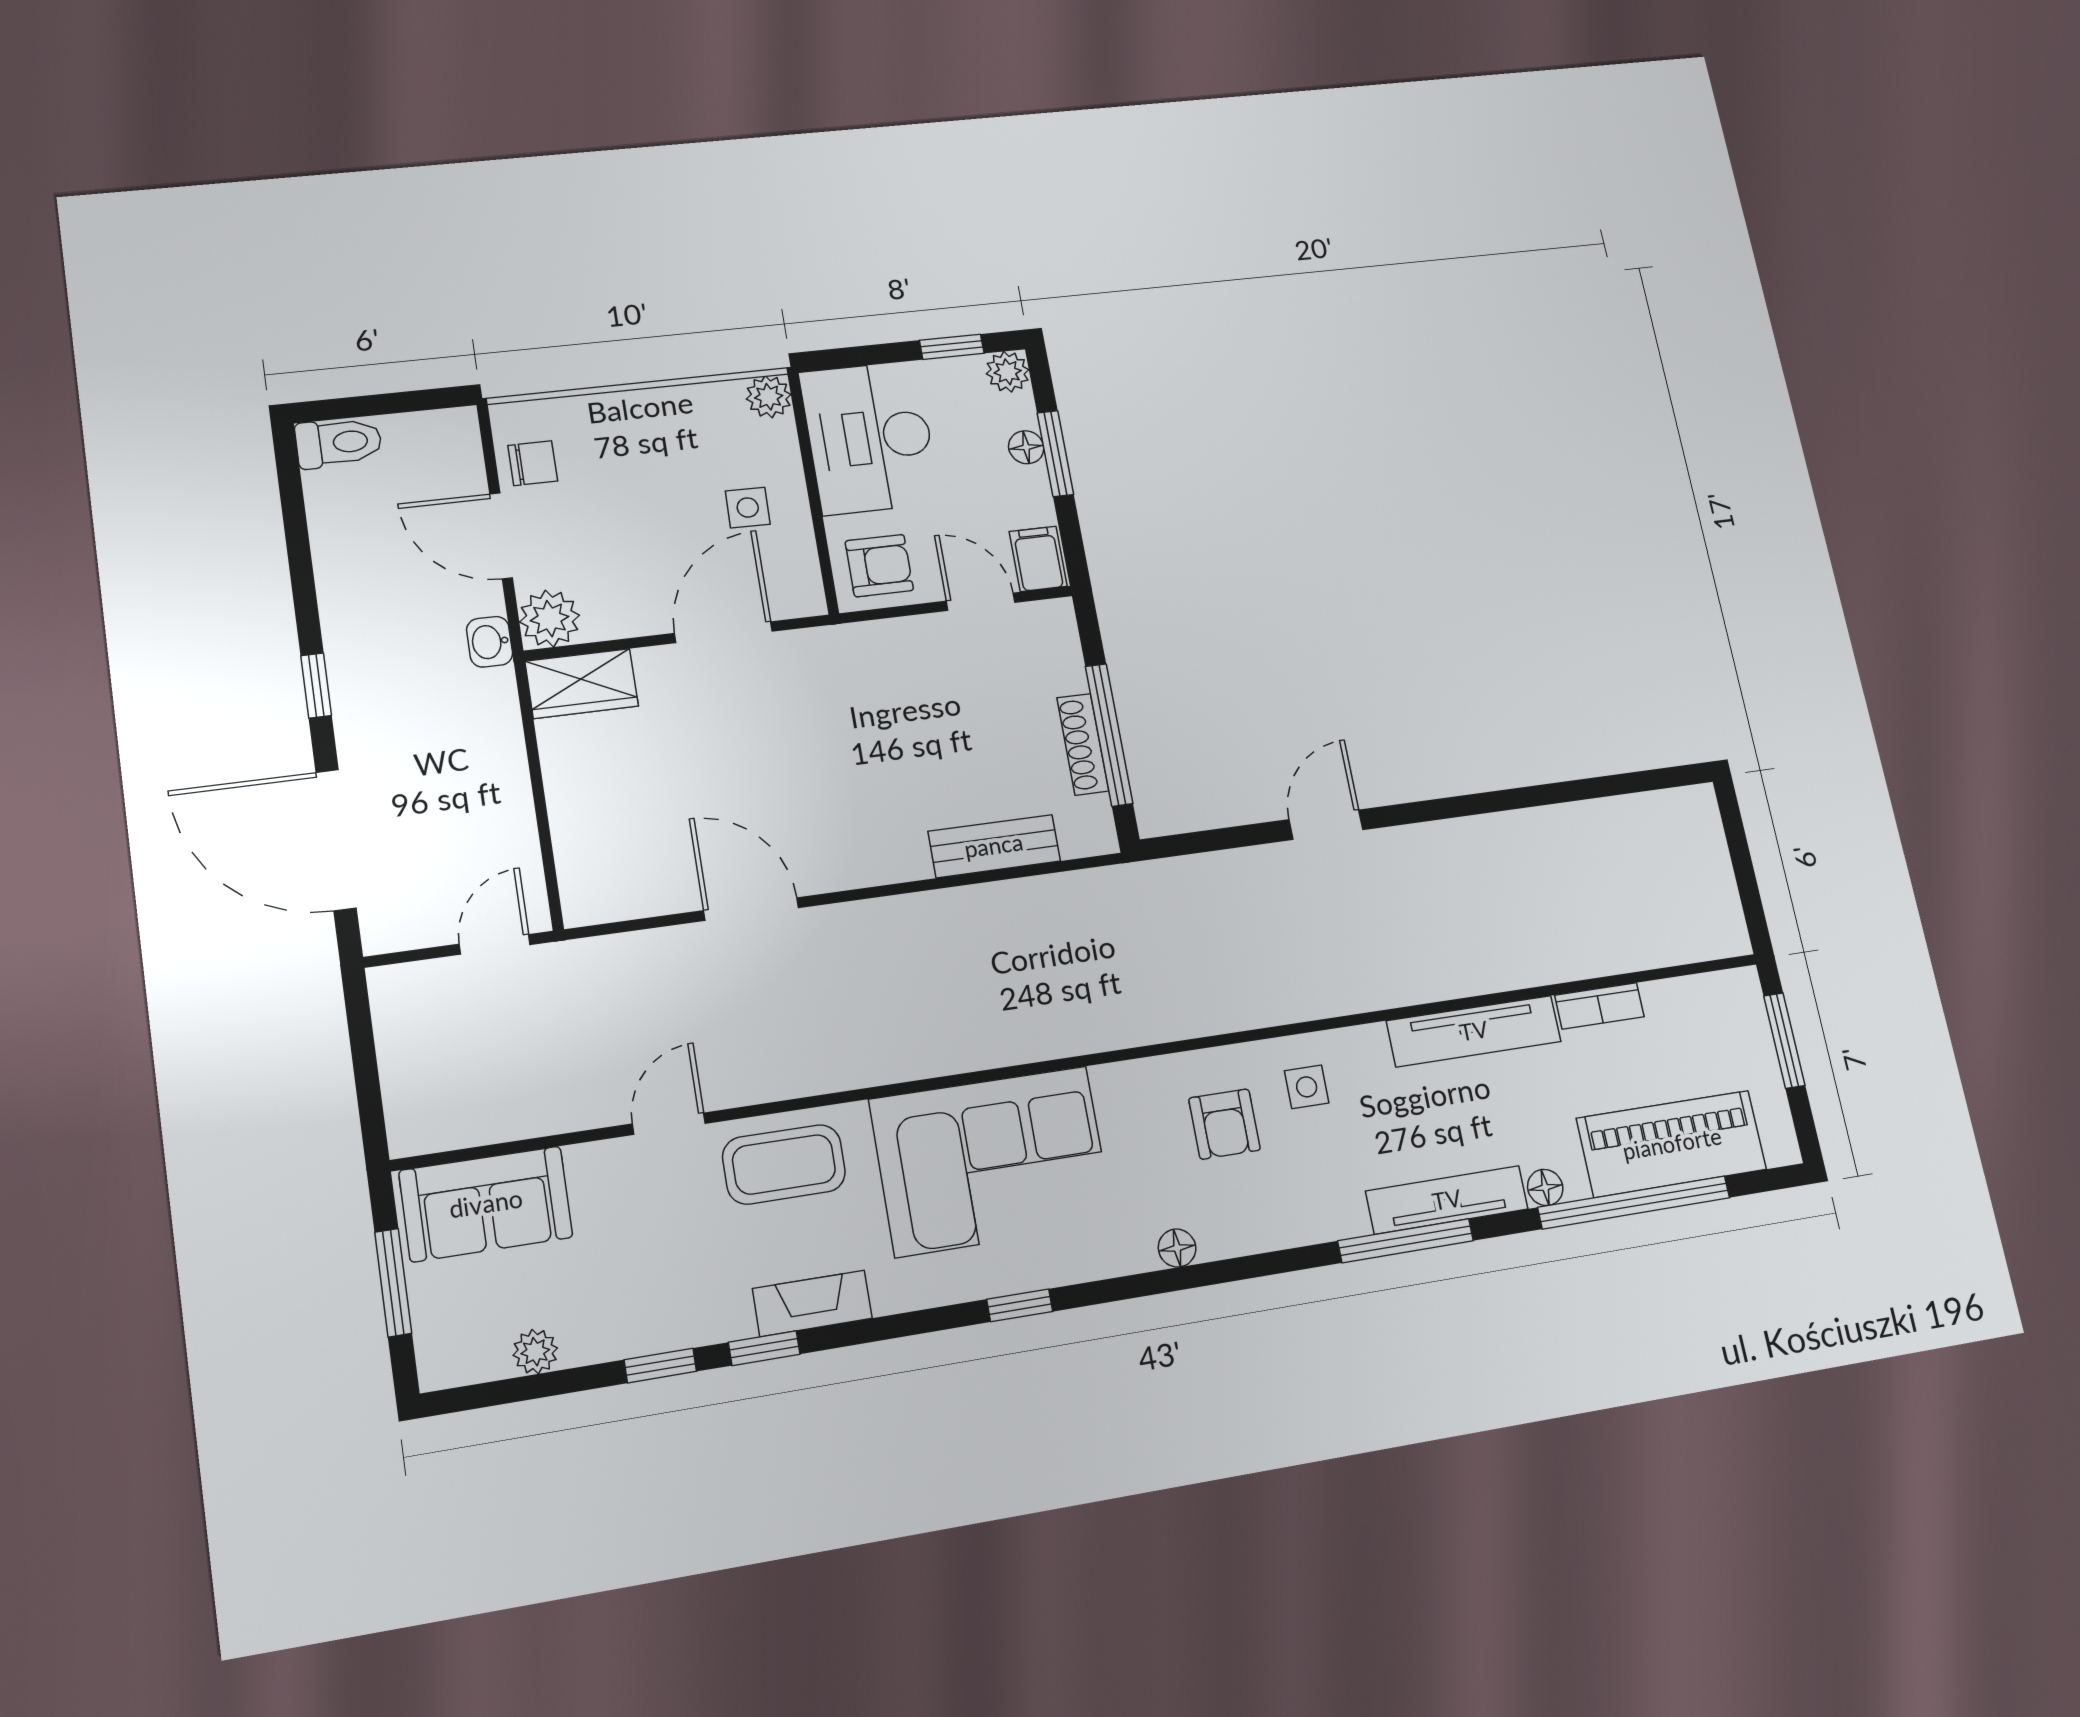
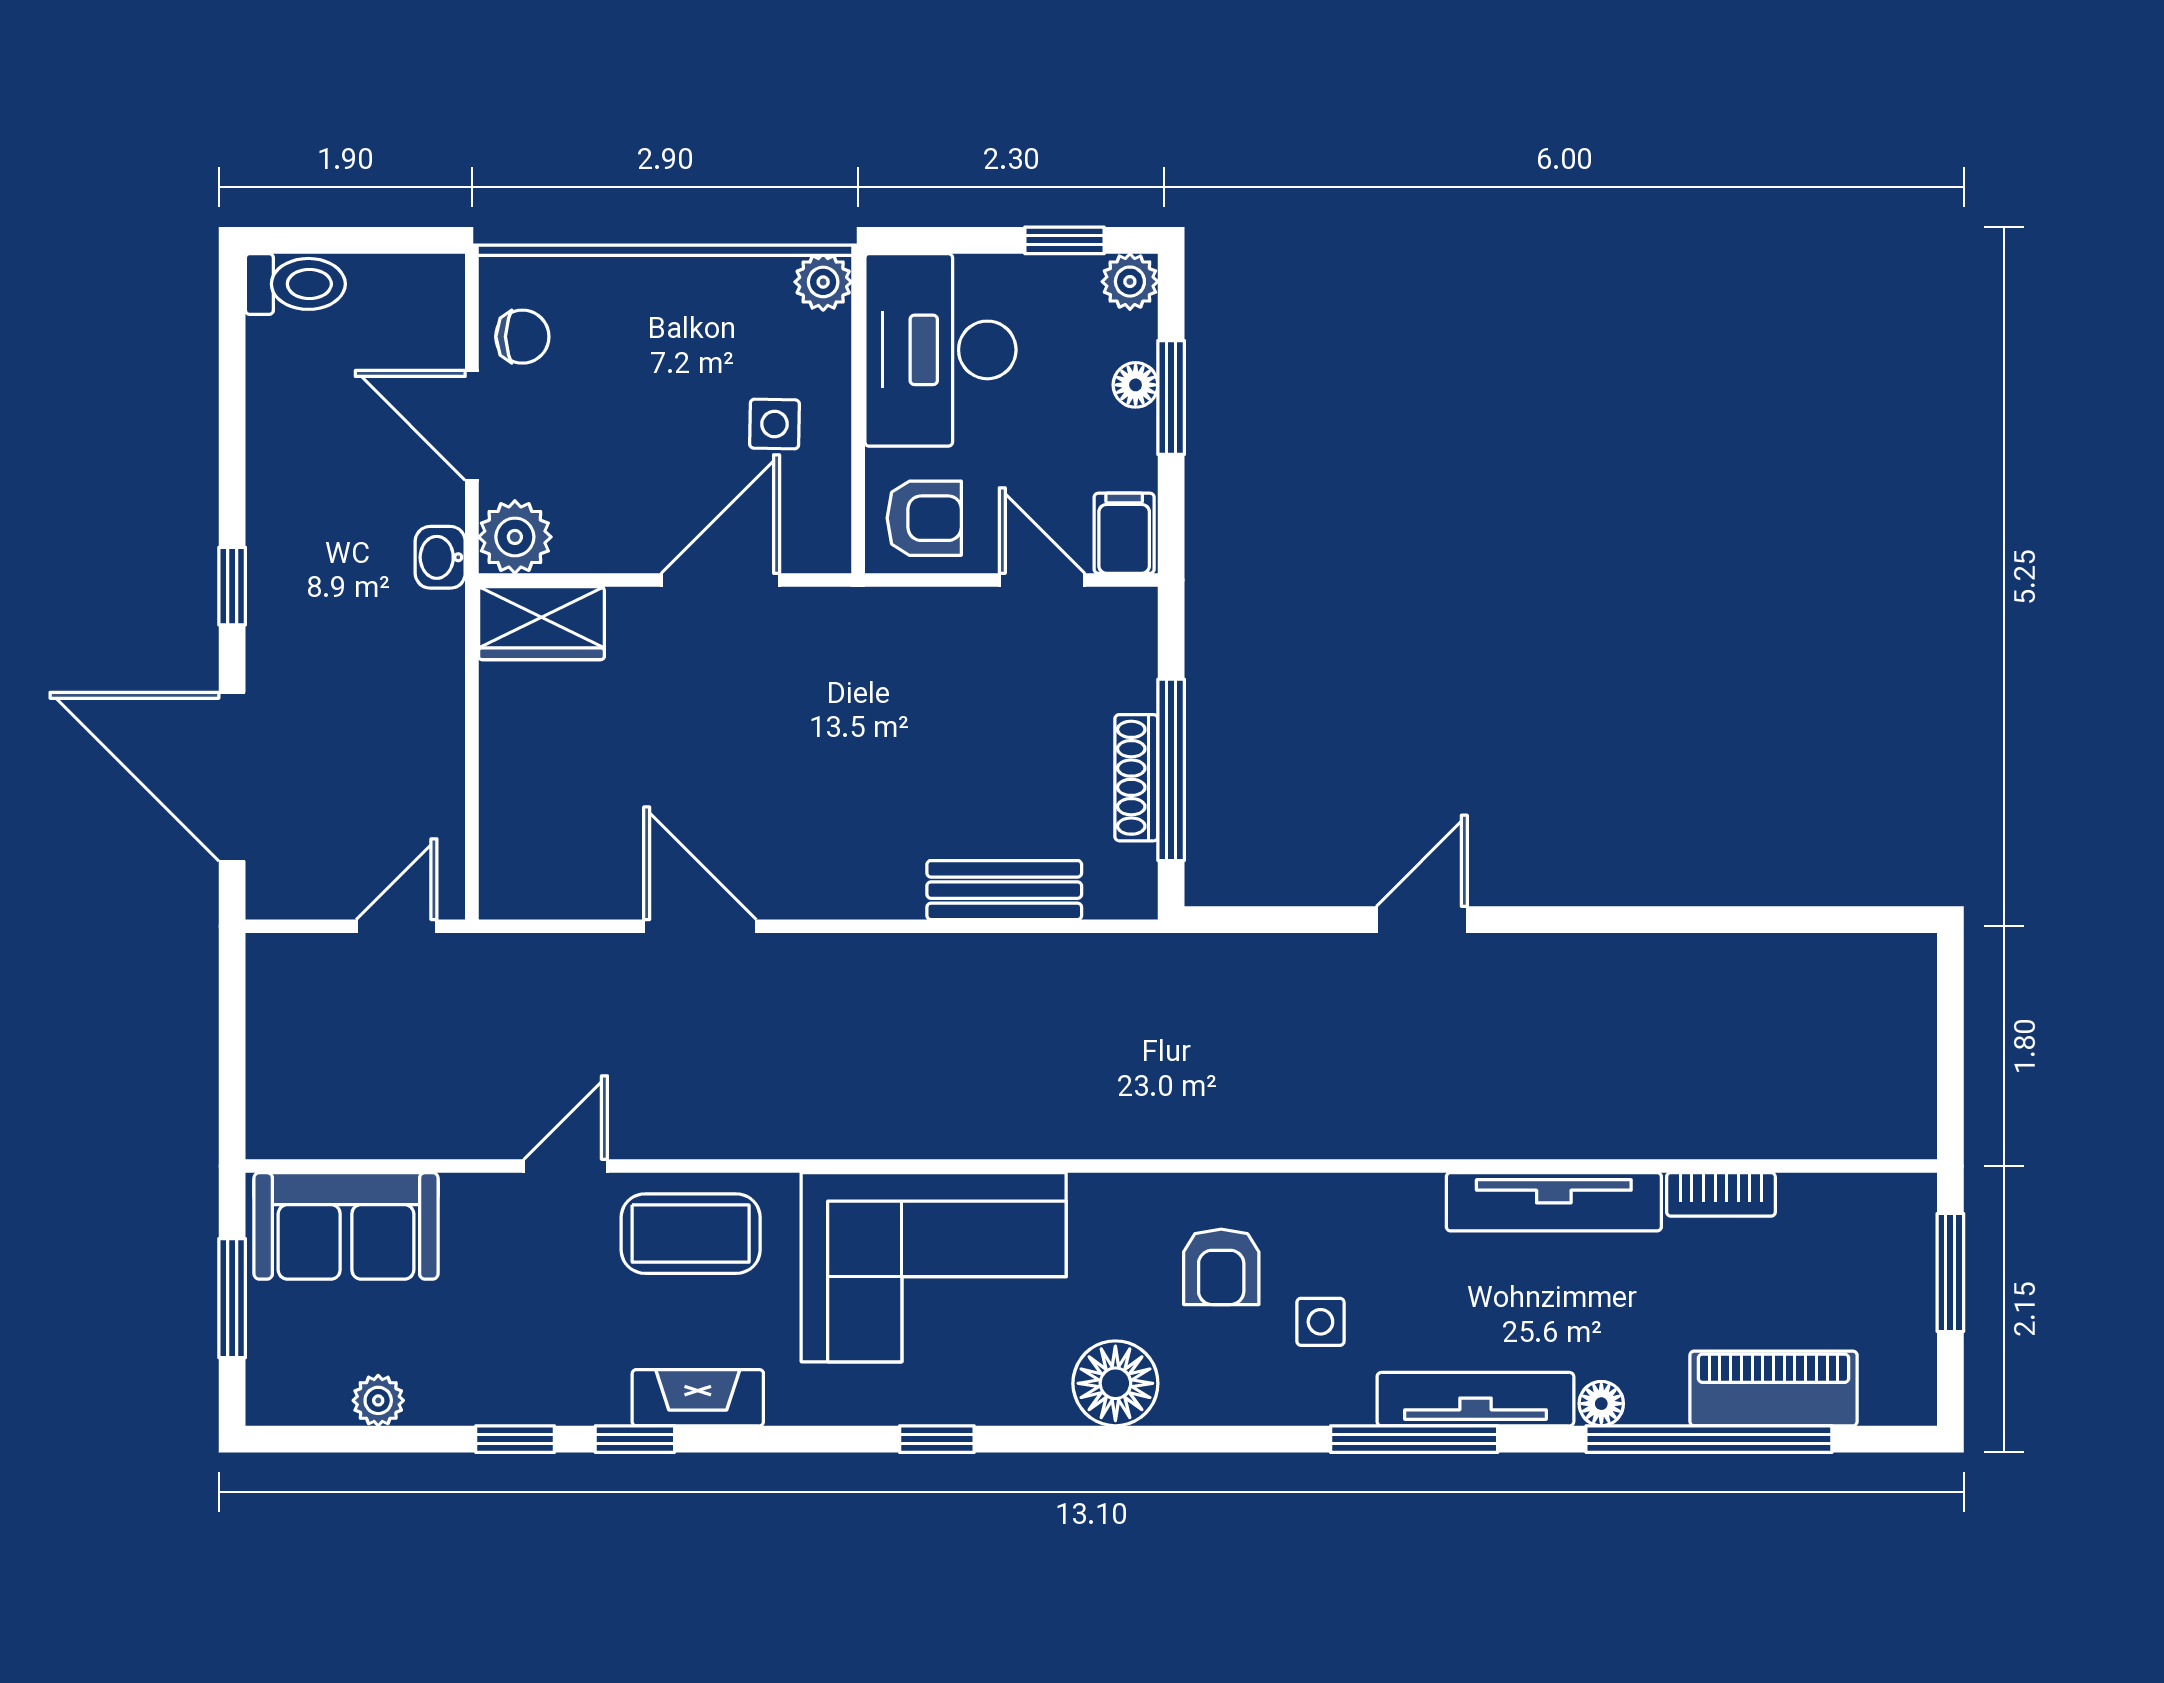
side table: (1307, 1087) -> (1320, 1322), moved
piano: (1672, 1144) -> (1774, 1388), width x0.73, depth x0.75
floor lamp: (1177, 1248) -> (1115, 1383), width x1.89, depth x1.89

